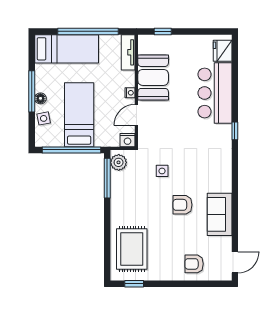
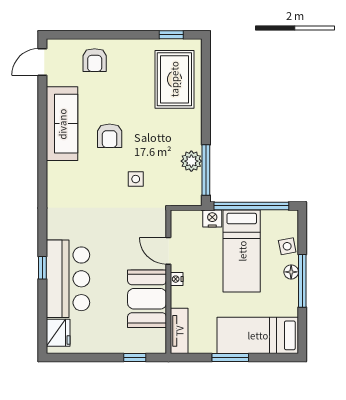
window: (88, 31) -> (230, 358), width x0.47
door: (136, 115) -> (168, 251), swing flipped
window: (235, 131) -> (42, 268), moved
nightstand: (128, 140) -> (212, 219), moved
plant: (119, 162) -> (191, 161), moved
armchair: (182, 205) -> (110, 136), turned 90
sofa: (220, 214) -> (62, 124), width x1.36
armchair: (194, 264) -> (95, 60), turned 90

